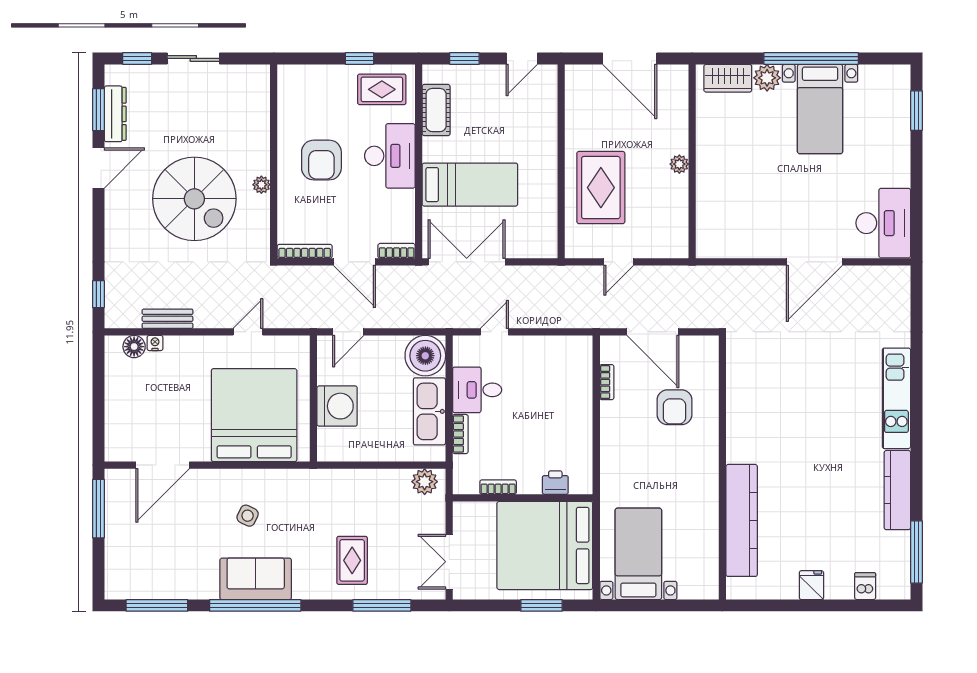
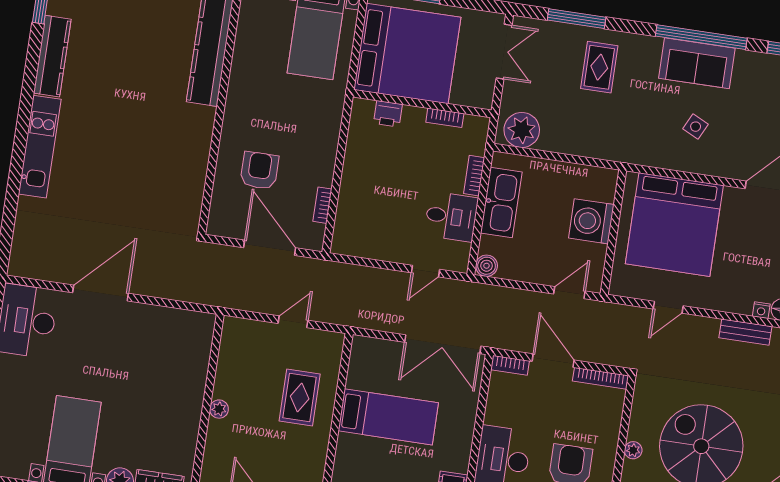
bed: (470, 185) -> (388, 417), moved, turned 180
rug: (601, 188) -> (300, 398), width x0.73, depth x0.70
boiler: (425, 356) -> (487, 266), width x0.54, depth x0.54
plant: (425, 482) -> (522, 130), width x1.36, depth x1.36

